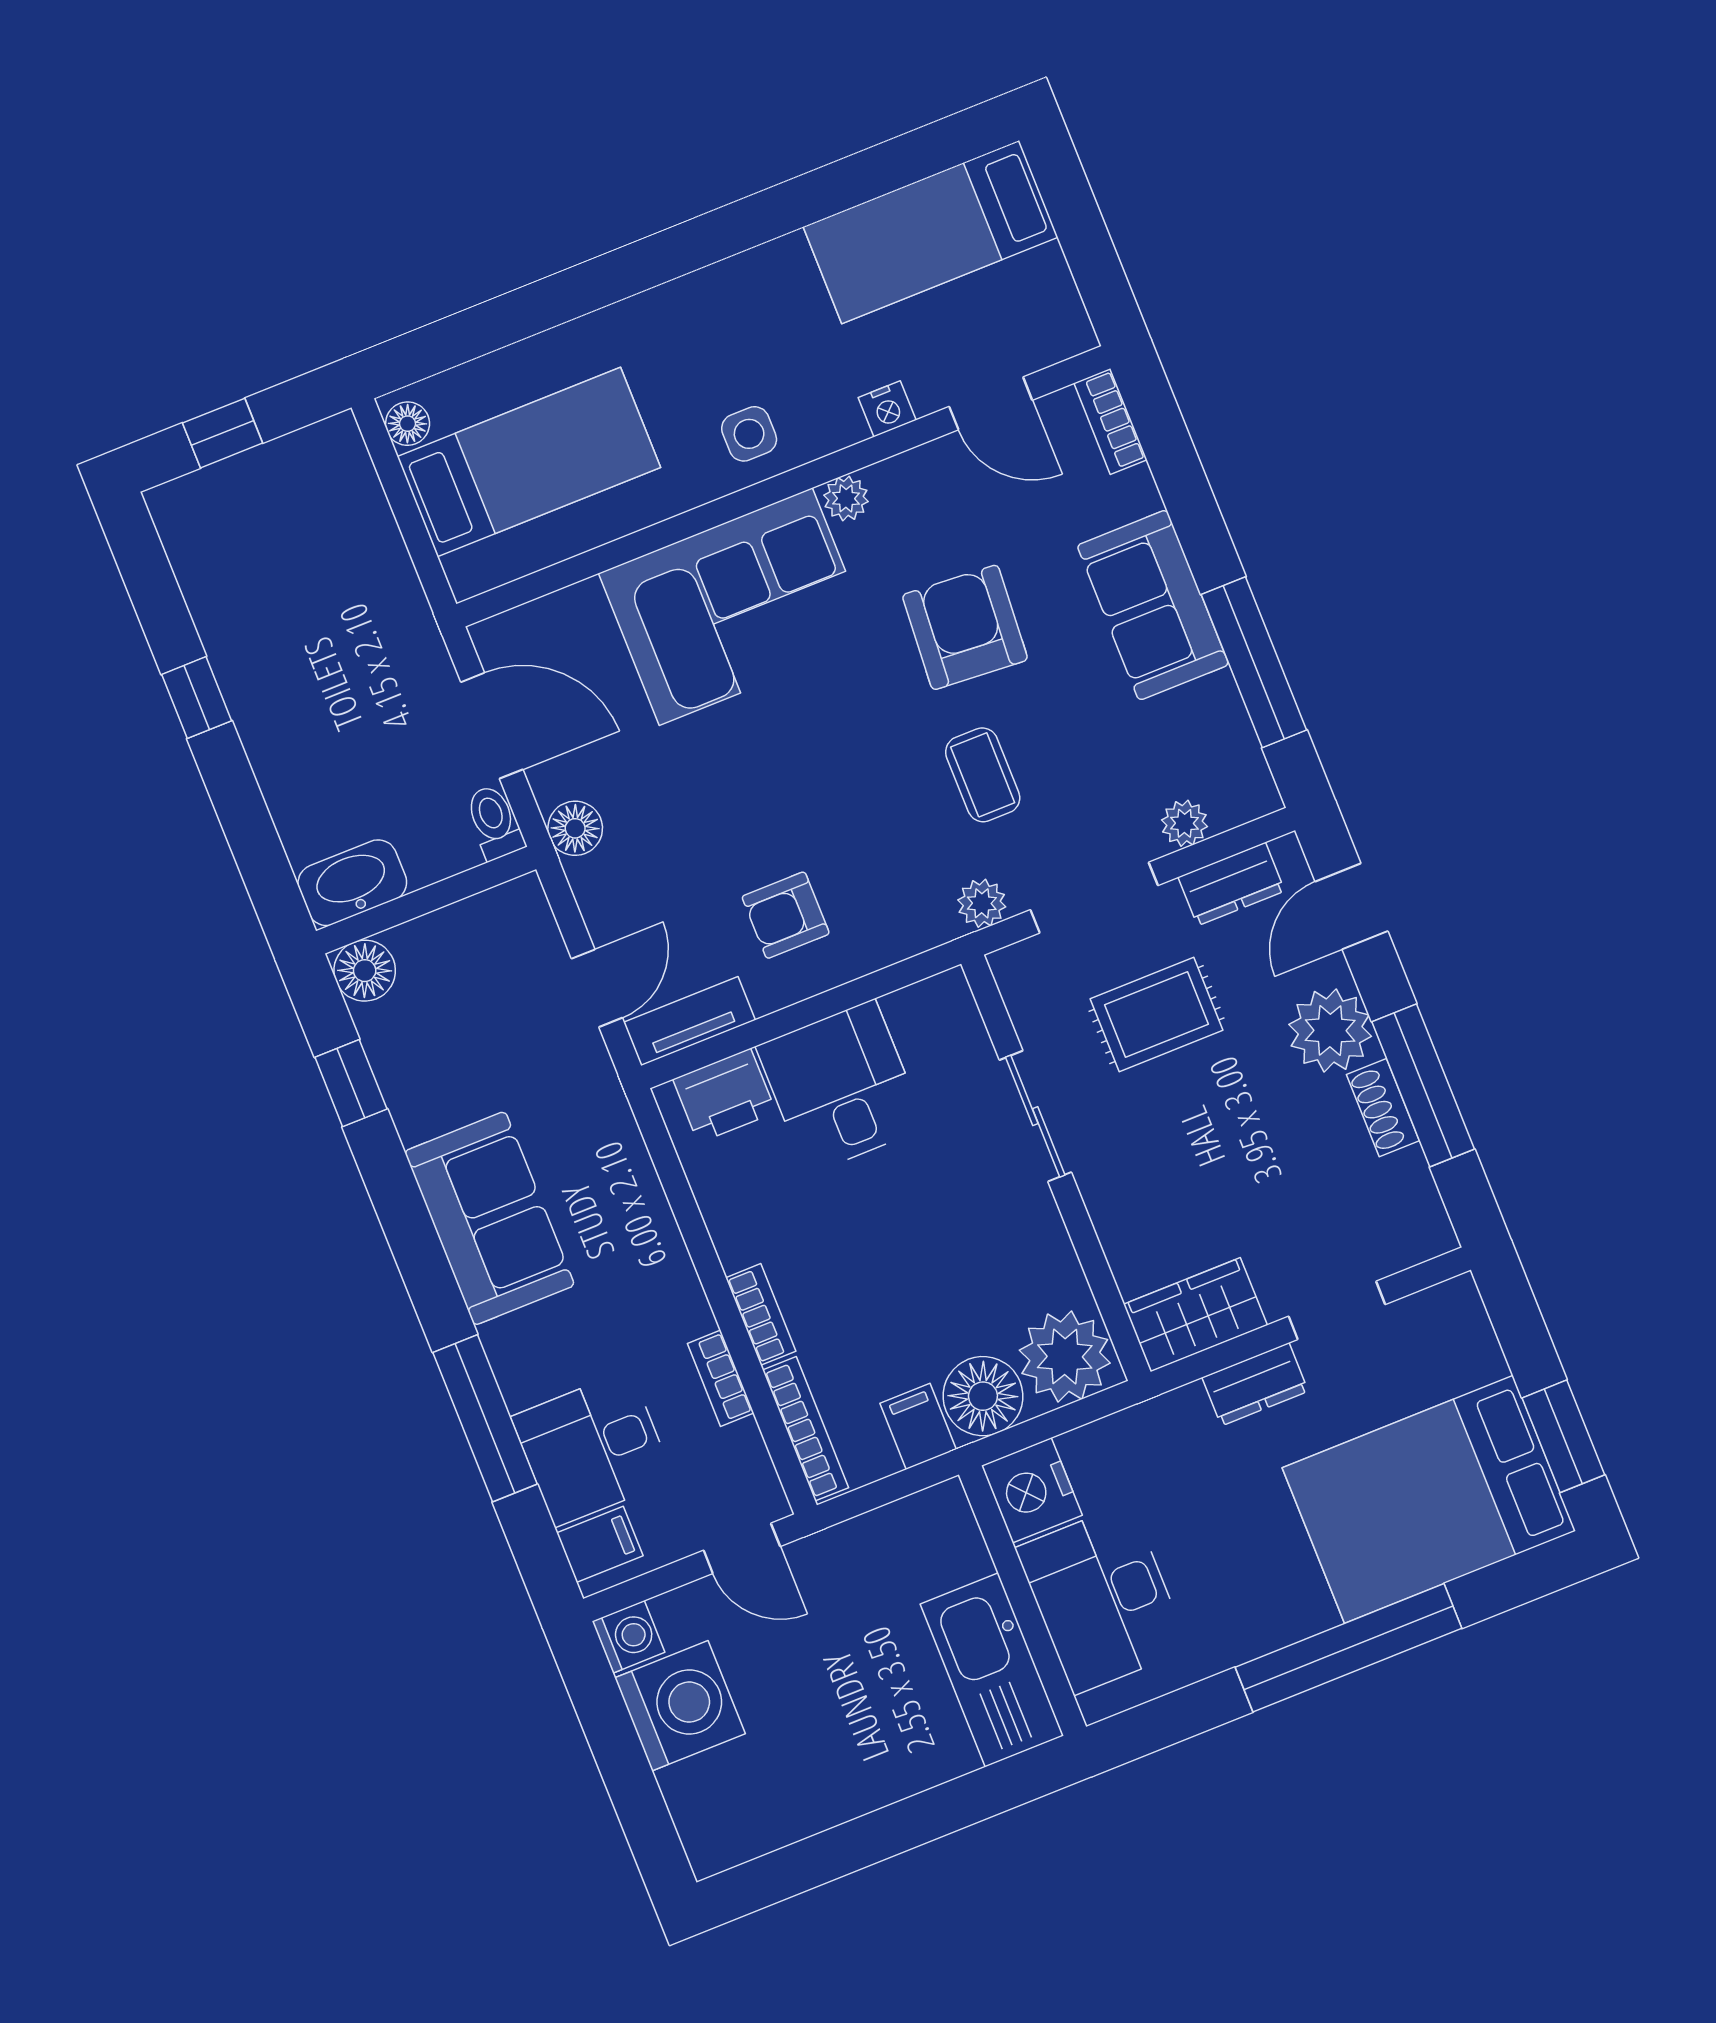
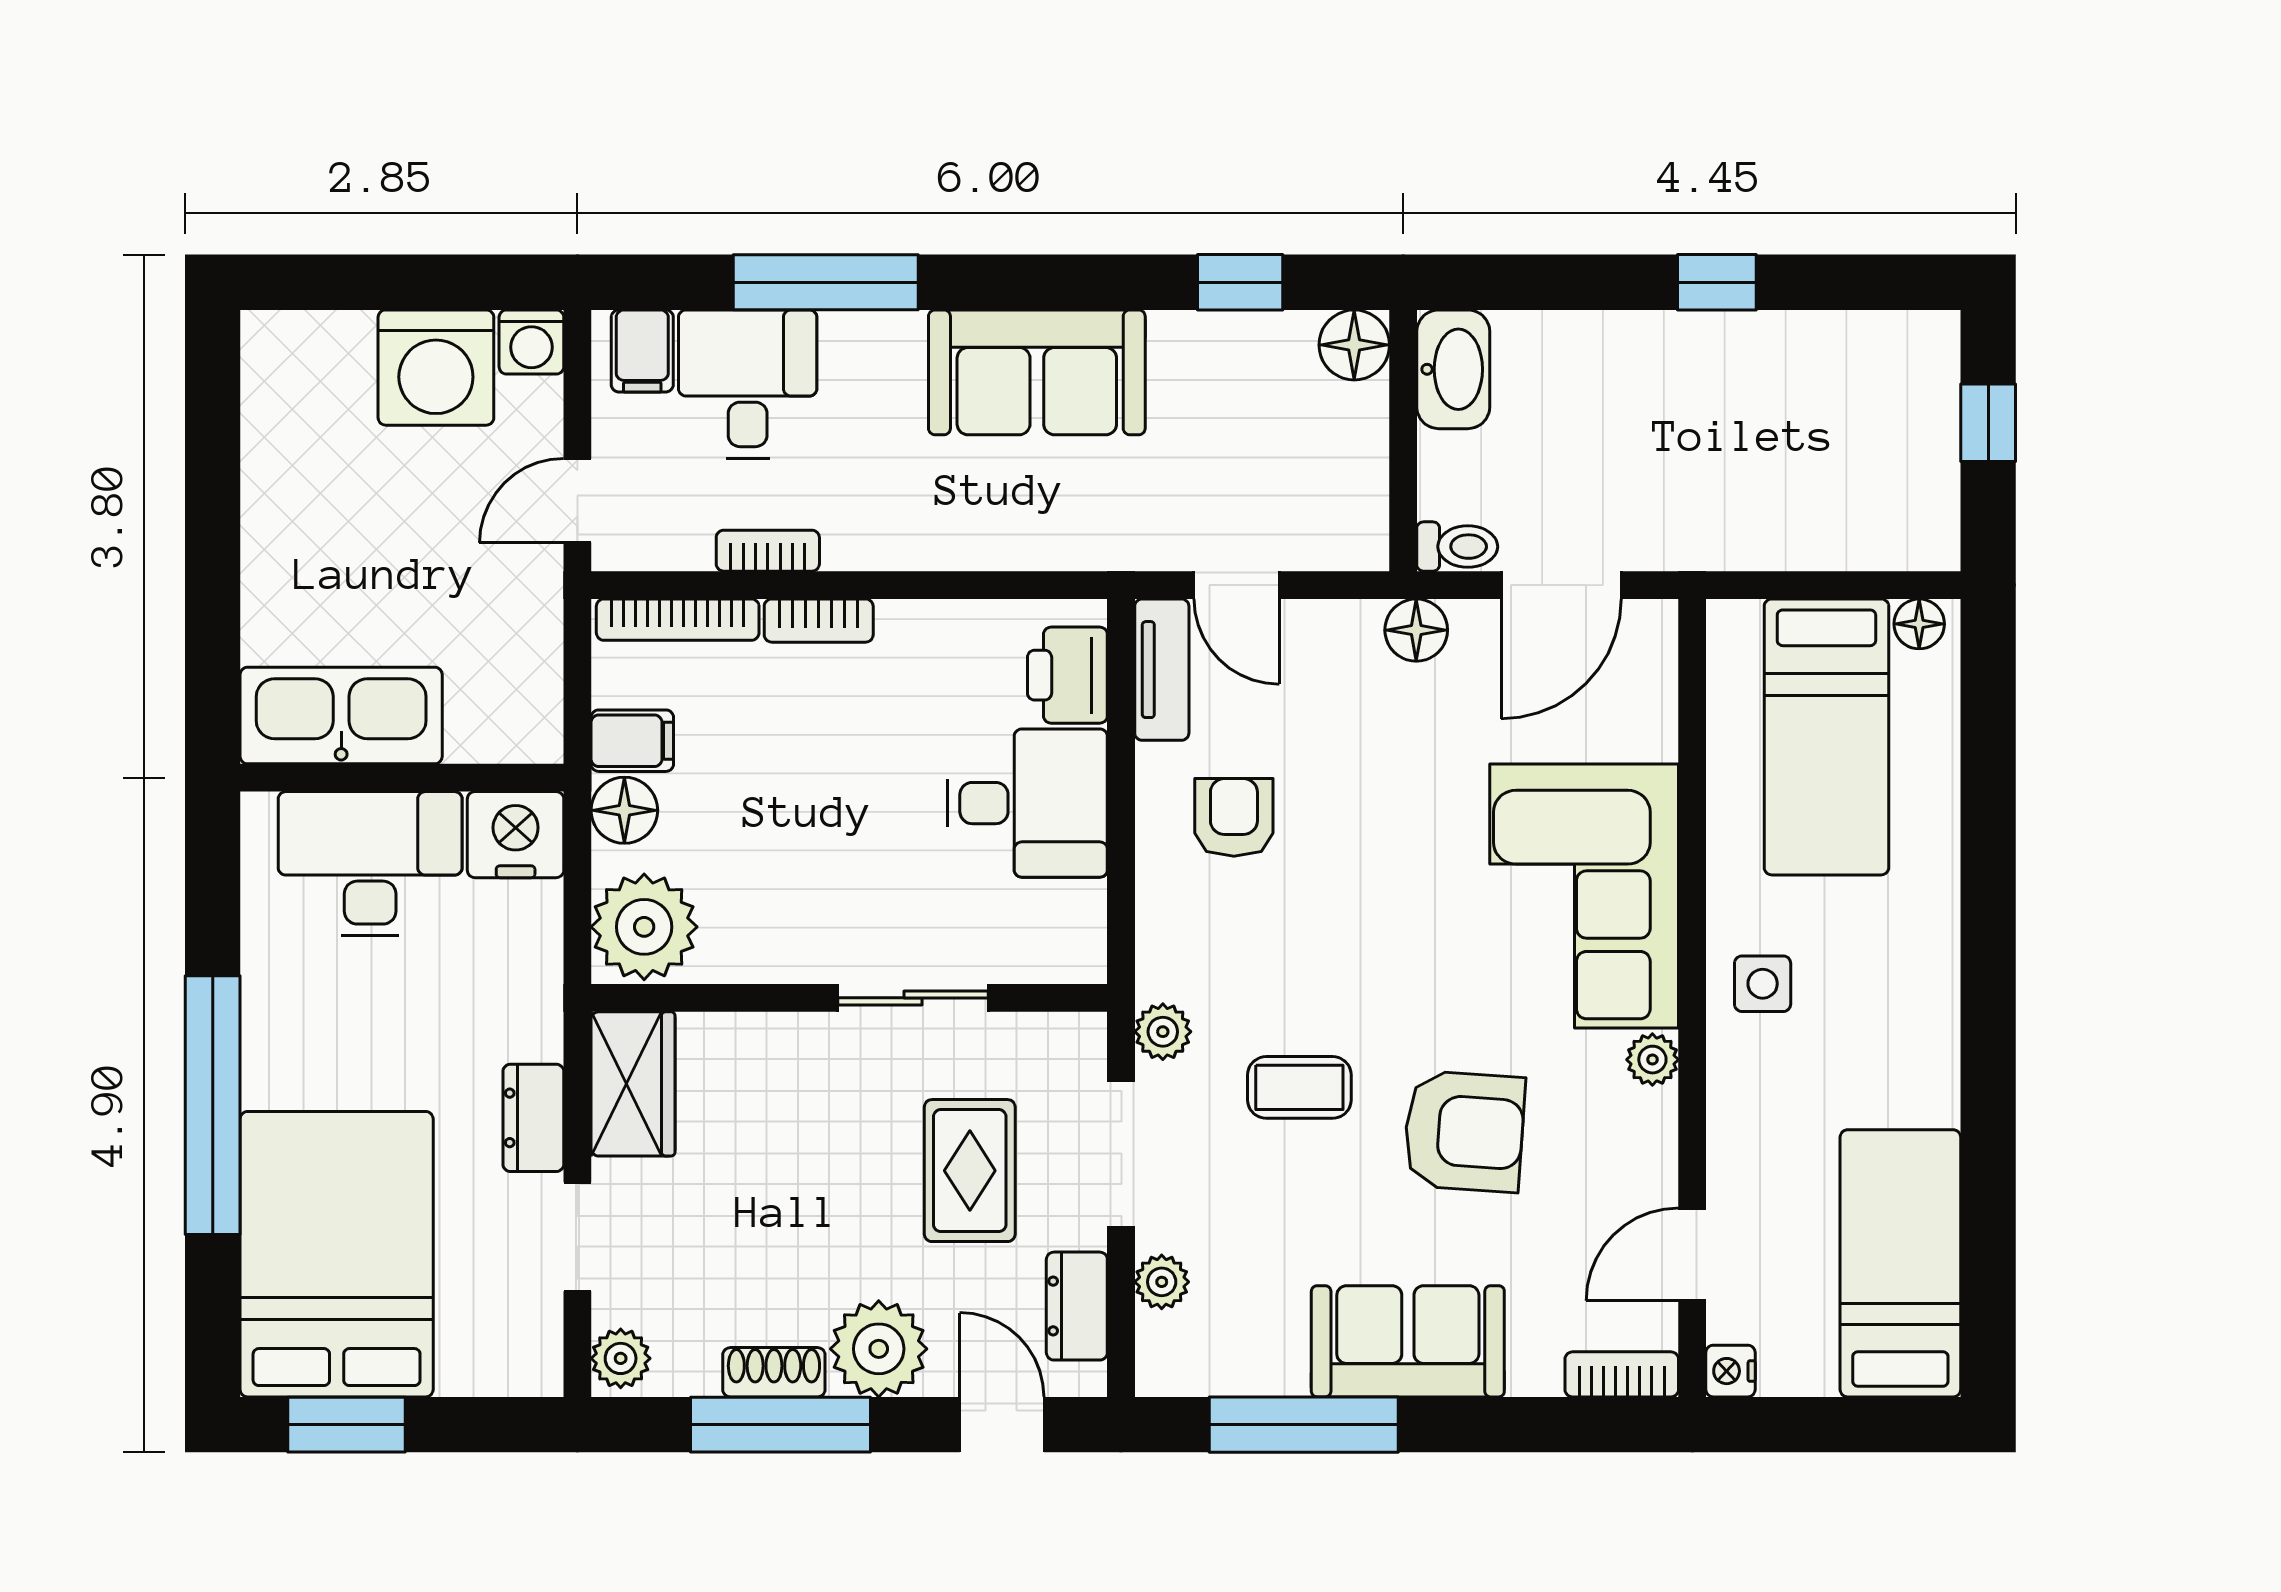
nightstand: (887, 409) -> (1730, 1371), moved
plant: (1421, 1236) -> (621, 1358), added
floor lamp: (983, 1396) -> (624, 810), width x0.73, depth x0.73

